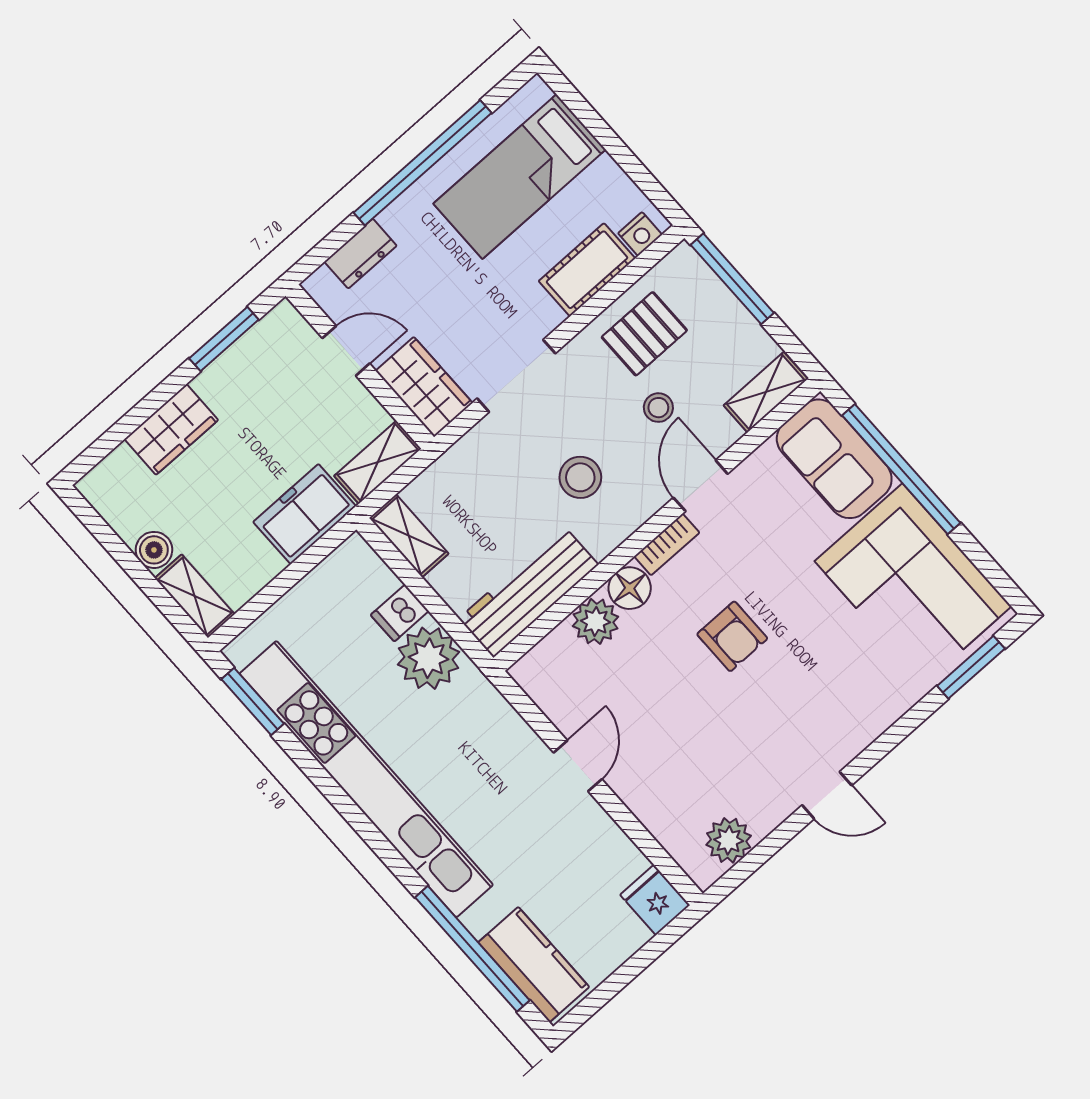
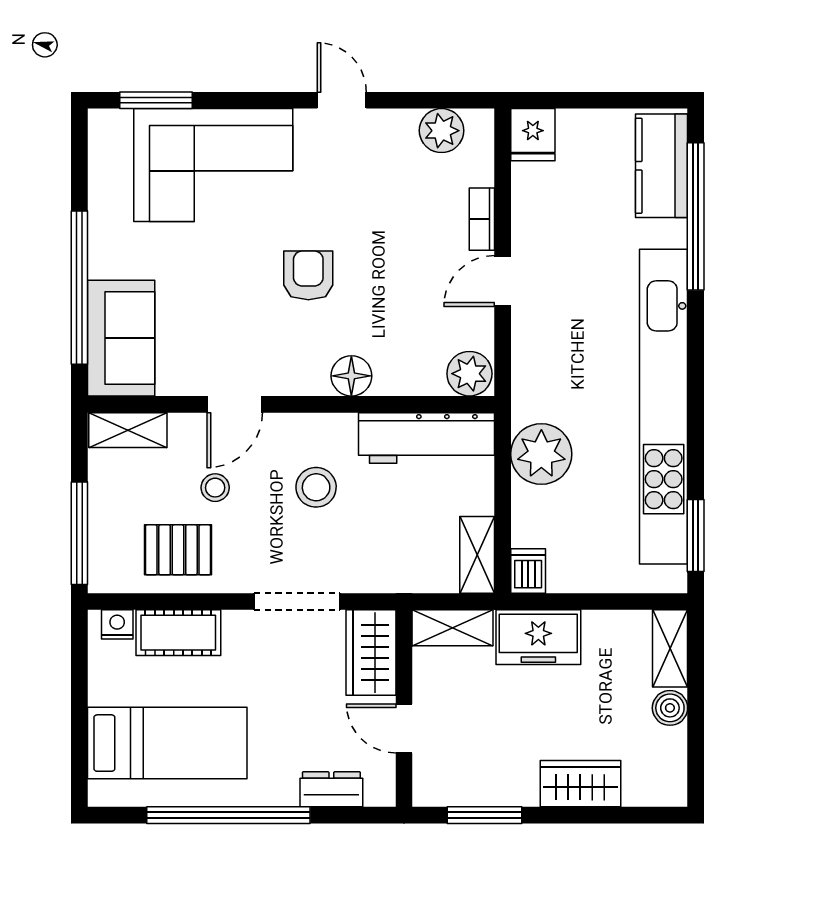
bookcase: (667, 544) -> (482, 219), moved, turned -90
corner sofa: (913, 584) -> (213, 165), moved, turned 90
dishwasher: (400, 613) -> (528, 571), moved, turned -90
plant: (595, 621) -> (469, 374), moved

